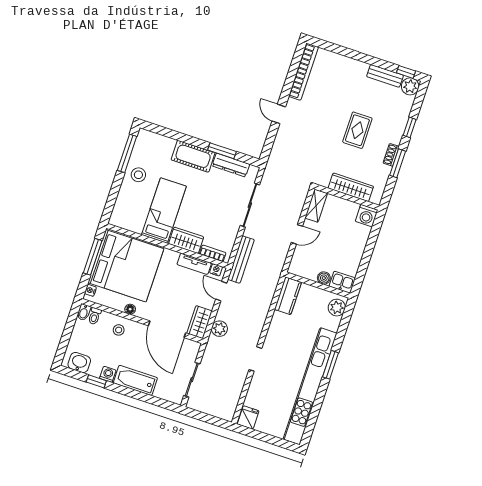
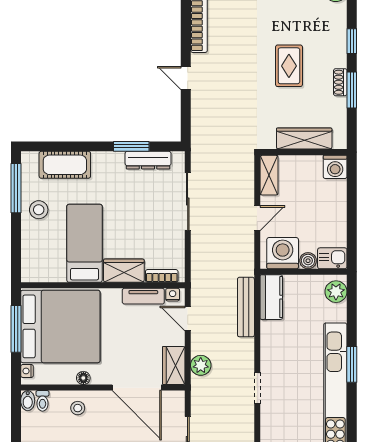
cot: (193, 156) -> (65, 165), moved
bench: (241, 260) -> (246, 307), moved
washing machine: (307, 266) -> (283, 253), added

